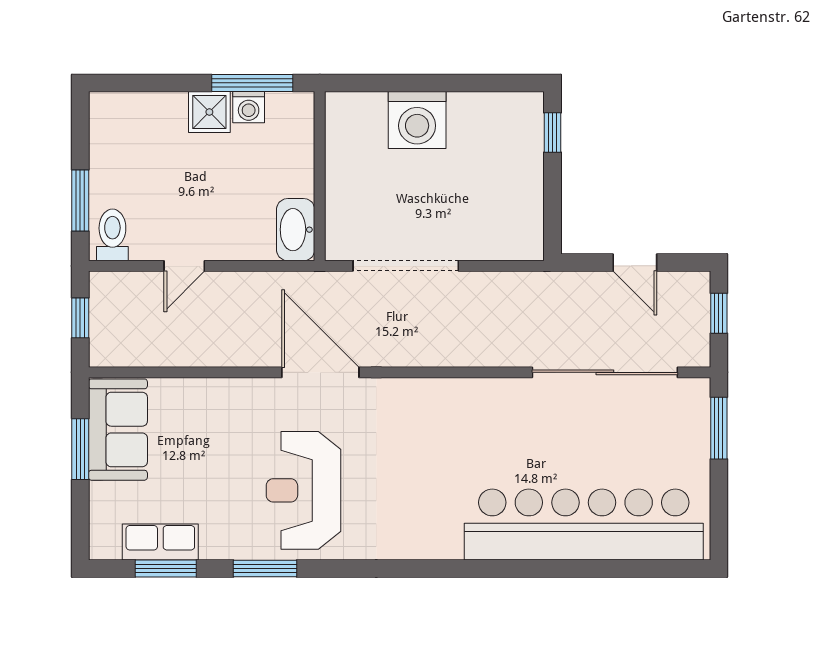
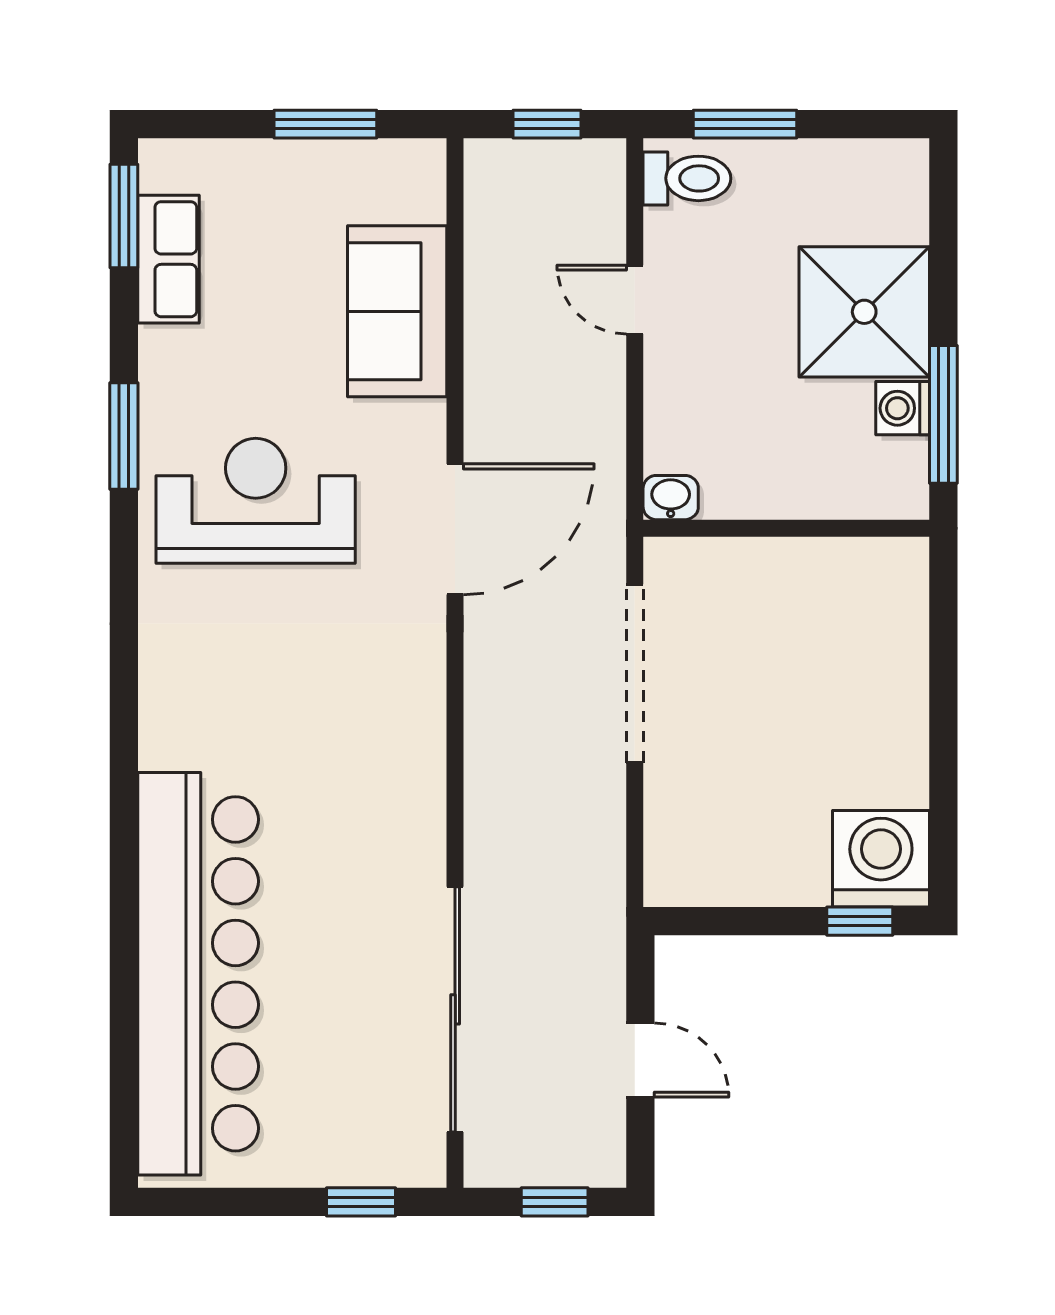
shower: (209, 112) -> (864, 312), width x1.86, depth x1.86
washing machine: (417, 120) -> (881, 859), moved, turned 90
washbasin: (296, 230) -> (671, 498), width x0.52, depth x0.69
door: (635, 263) -> (640, 1060), swing flipped
window: (719, 428) -> (361, 1202), width x0.67
sofa: (118, 430) -> (397, 311), moved, turned 90
window: (166, 569) -> (124, 216), moved

